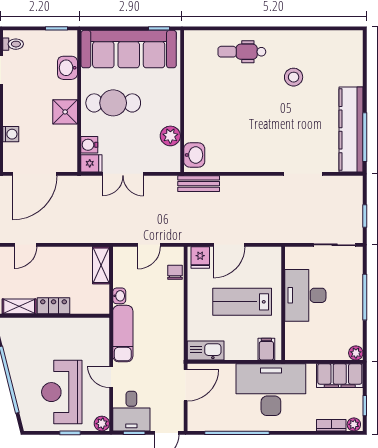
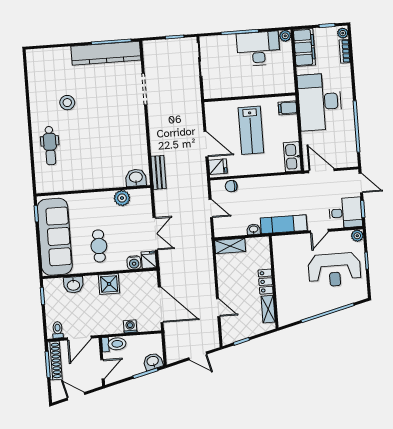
cafe table: (113, 103) -> (99, 246), width x0.73, depth x0.74
desk: (305, 295) -> (258, 49), moved, turned 180

